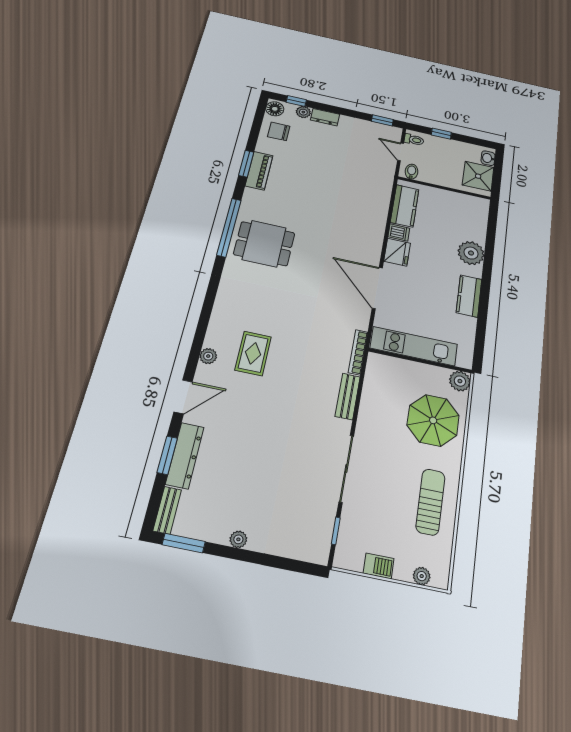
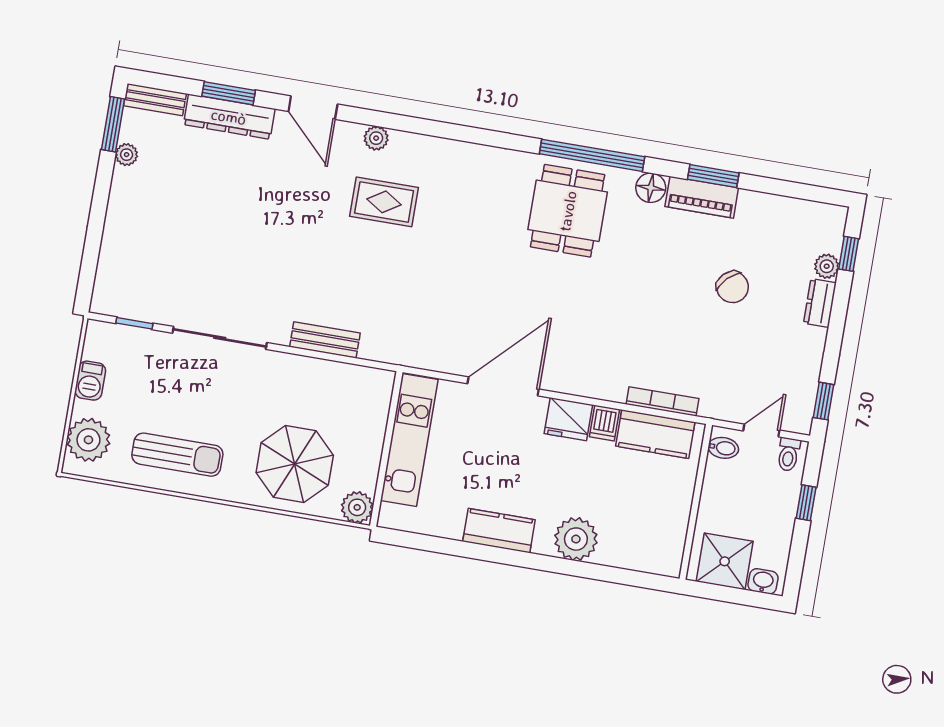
floor lamp: (275, 109) -> (651, 188), moved
chair: (279, 131) -> (733, 287), moved, turned 135
bookcase: (358, 352) -> (662, 401), moved
plant: (238, 539) -> (127, 155), moved
plant: (422, 576) -> (88, 440), width x1.88, depth x1.88

